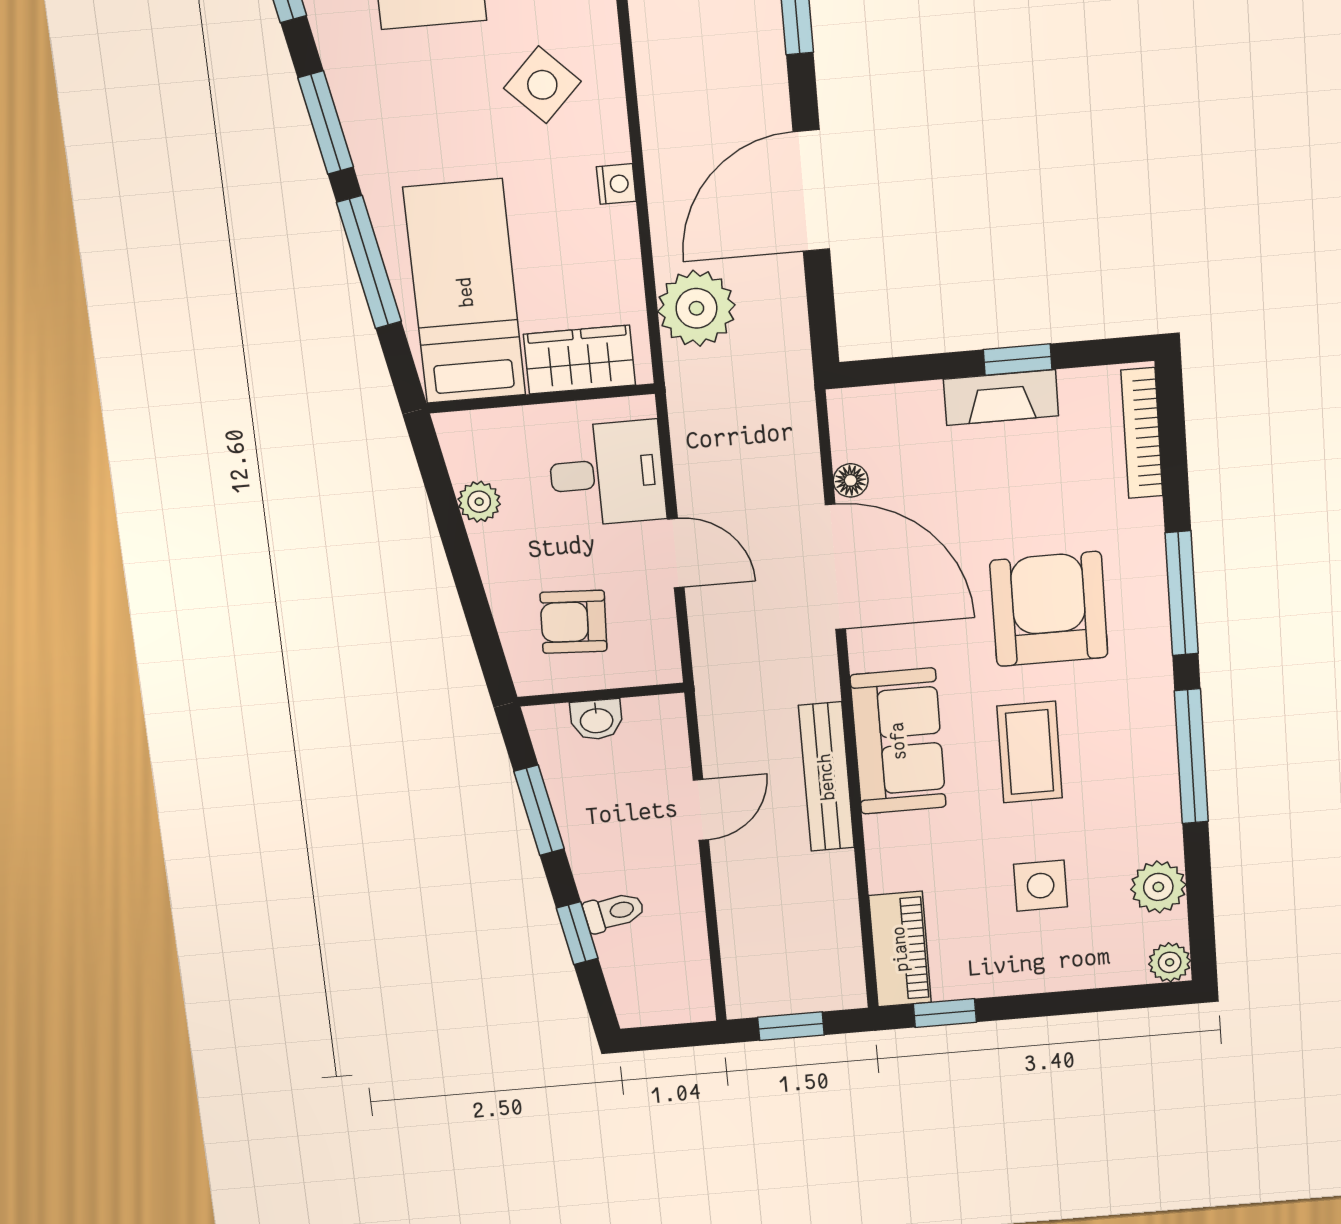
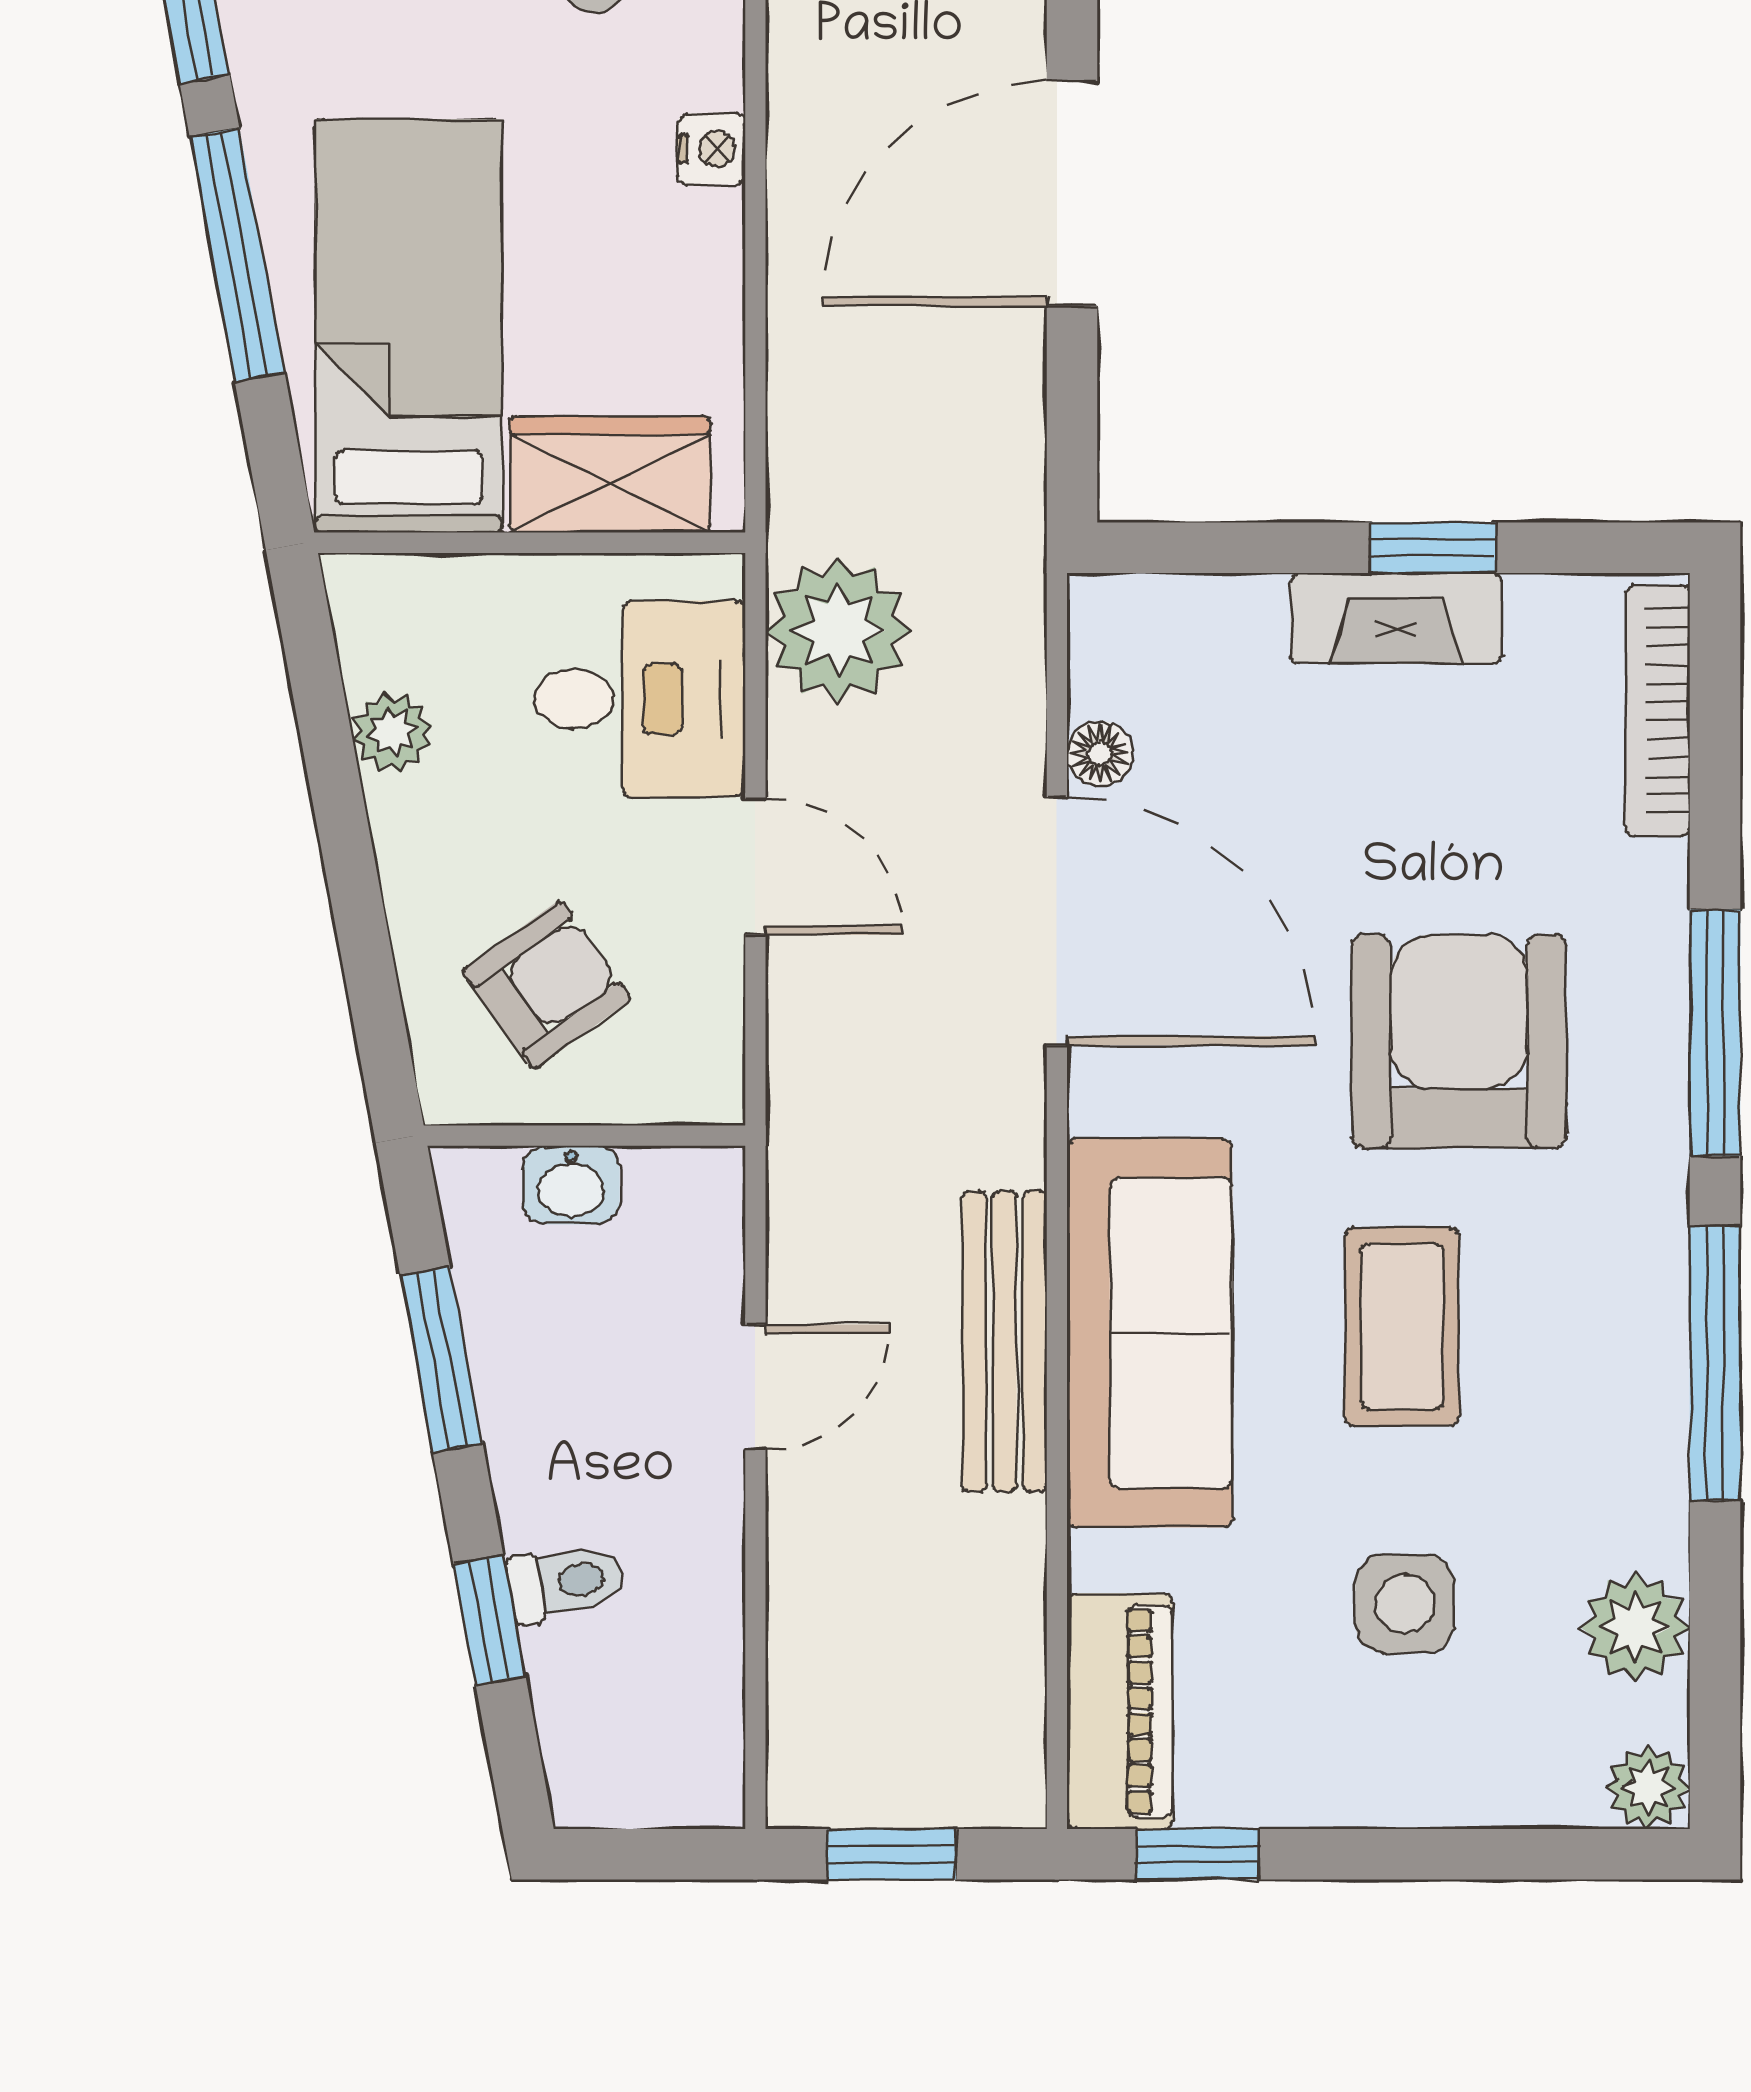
plant: (696, 308) -> (838, 630), moved
armchair: (574, 622) -> (547, 985), turned 141
sofa: (898, 741) -> (1149, 1333), width x1.36

